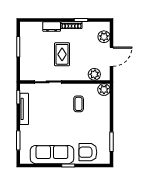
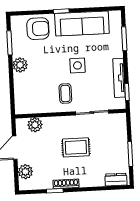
dresser: (52, 27) -> (116, 180), moved
rug: (62, 54) -> (76, 147), turned 90
plant: (104, 90) -> (20, 65), moved
coffee table: (79, 104) -> (65, 94), moved
side table: (57, 121) -> (77, 65), added

